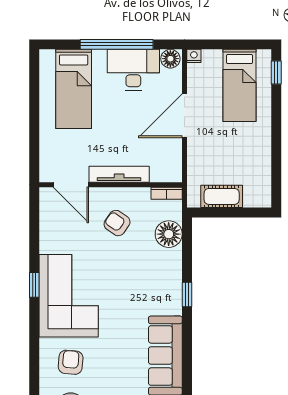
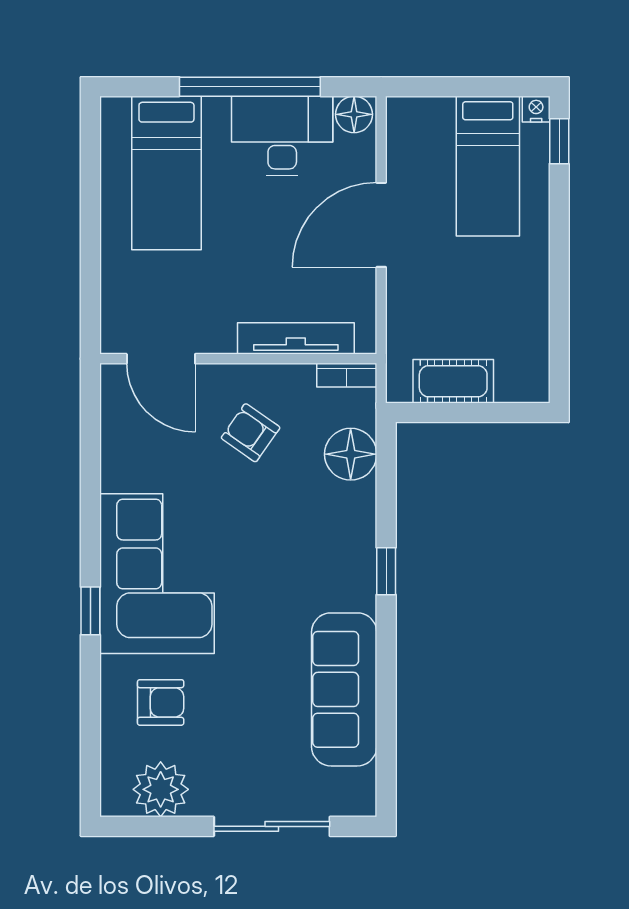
nightstand: (194, 56) -> (536, 109), moved
tv unit: (119, 174) -> (296, 338), moved
window: (34, 285) -> (90, 611), moved
armchair: (71, 362) -> (161, 702), turned 85

